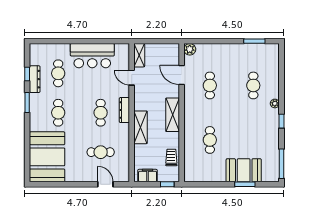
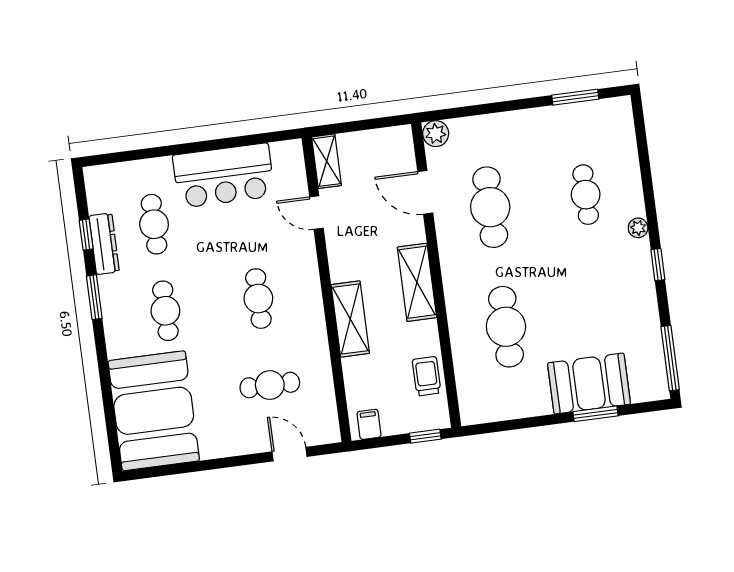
cafe table: (210, 85) -> (490, 207), width x1.37, depth x1.35
dresser: (124, 110) -> (310, 286), removed
cafe table: (210, 140) -> (506, 327), width x1.37, depth x1.35
filing cabinet: (148, 176) -> (369, 424), width x0.50

